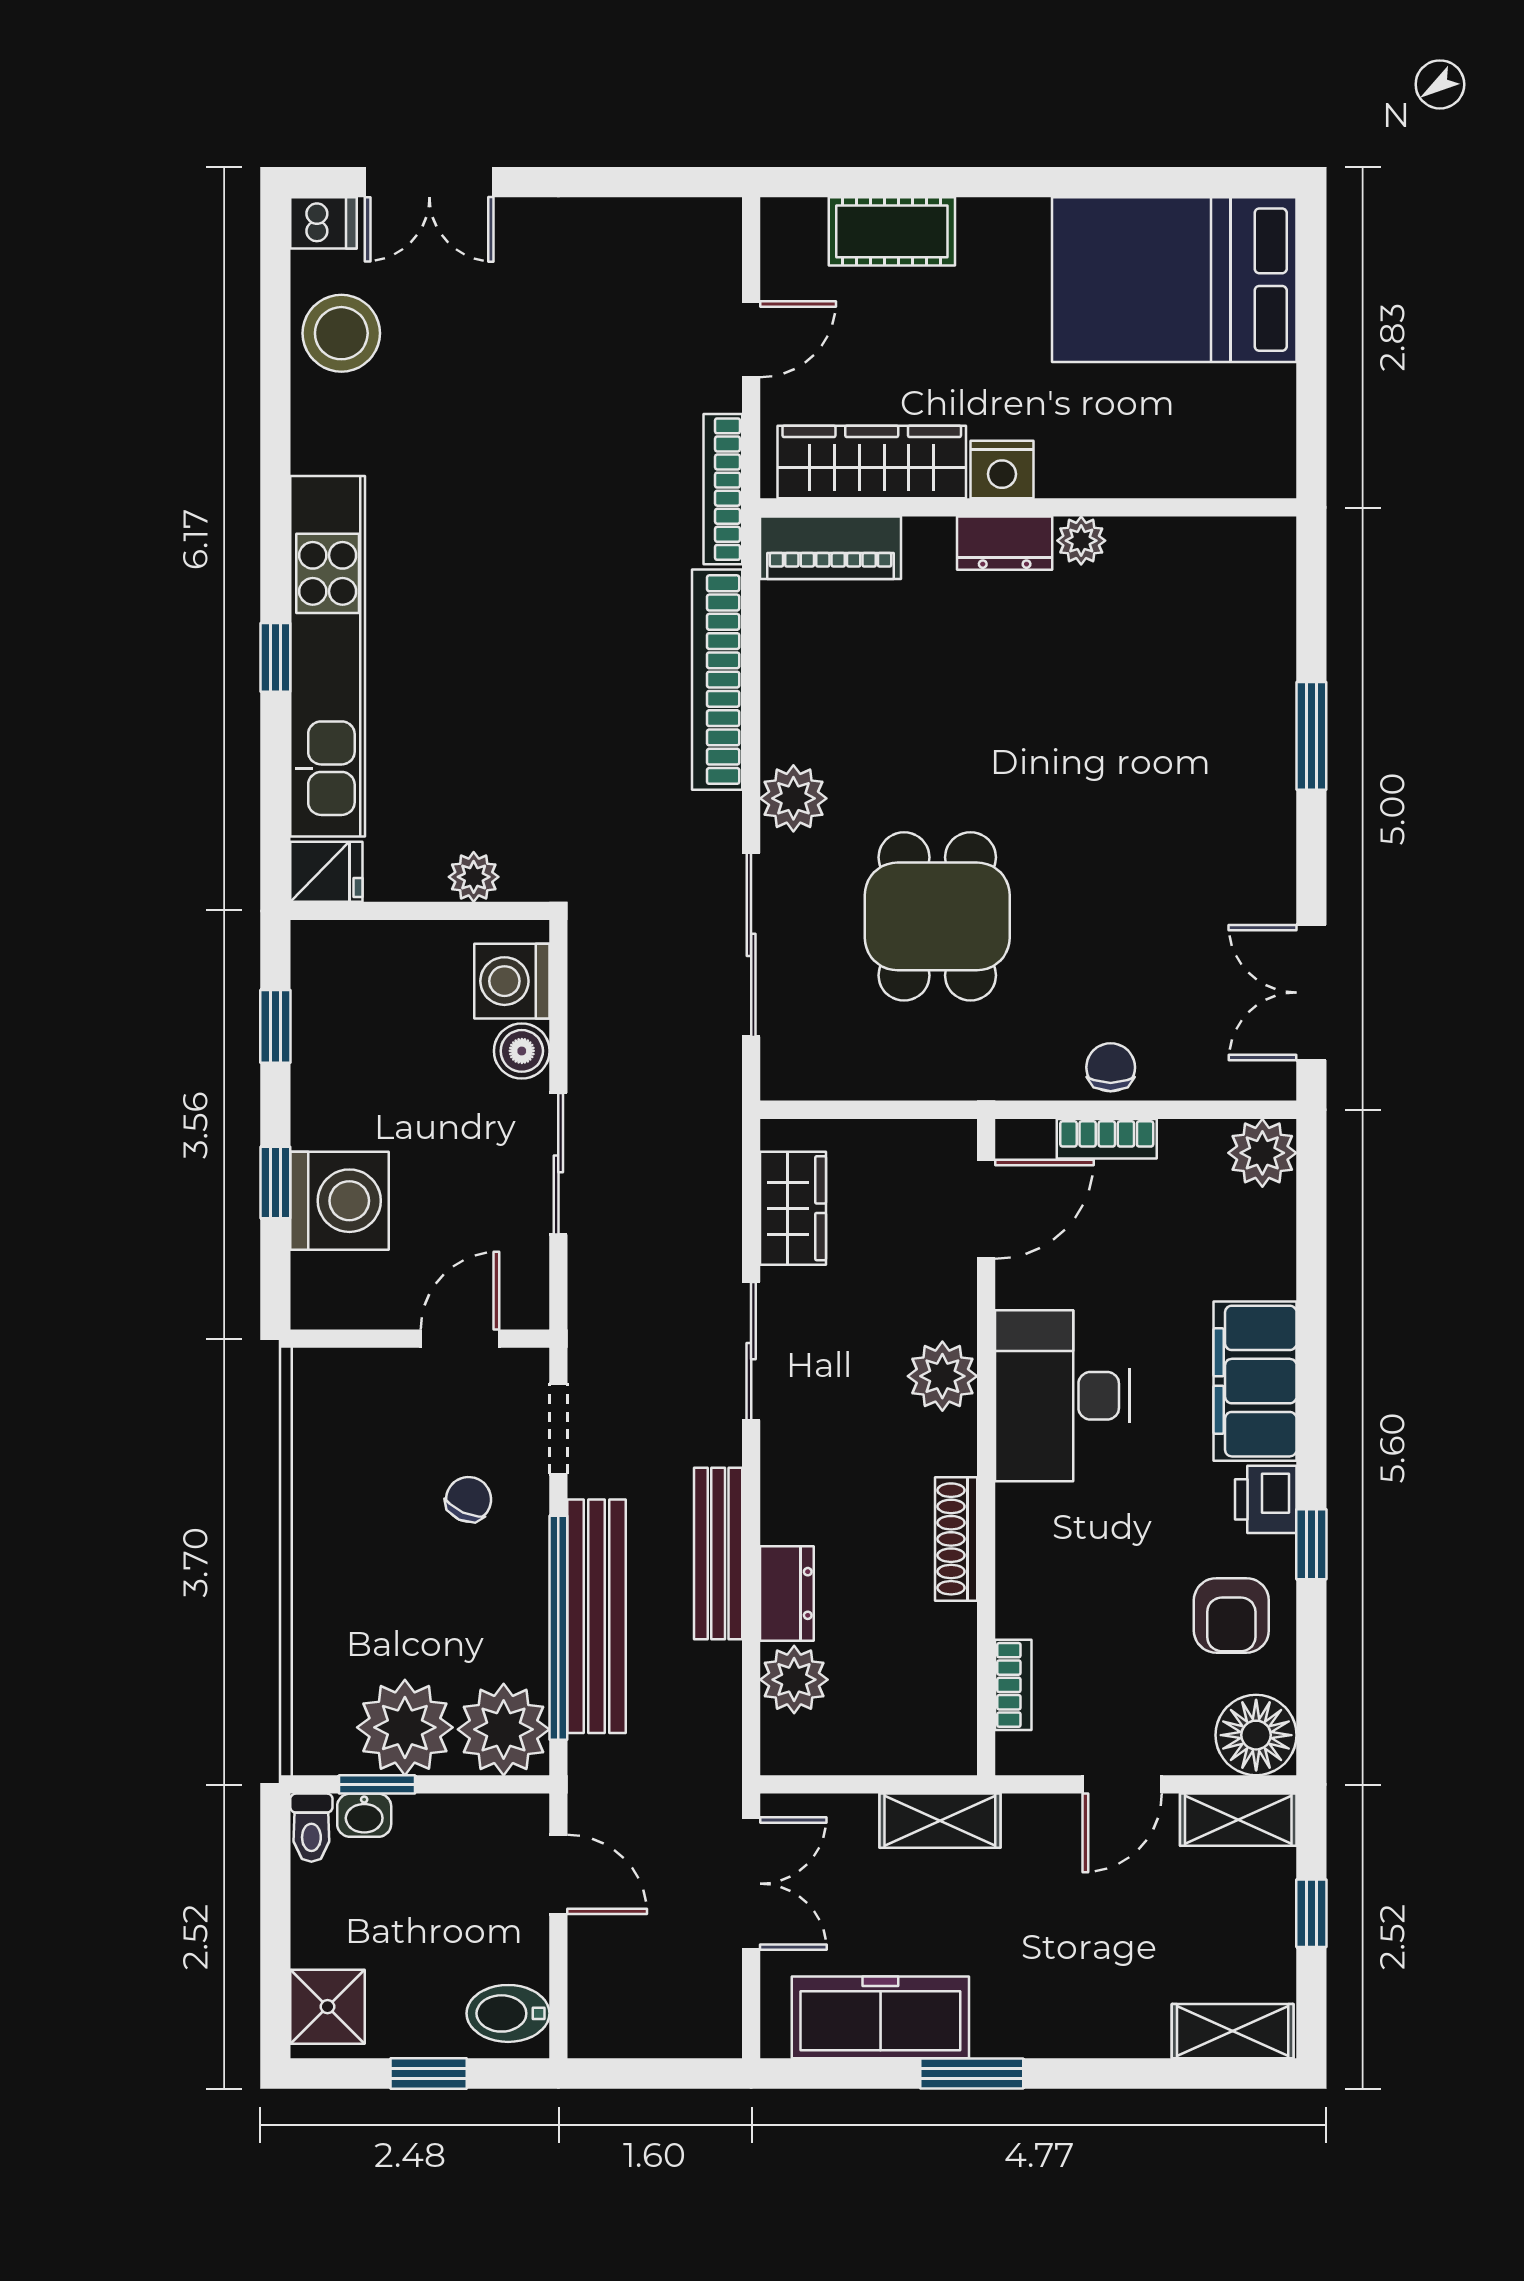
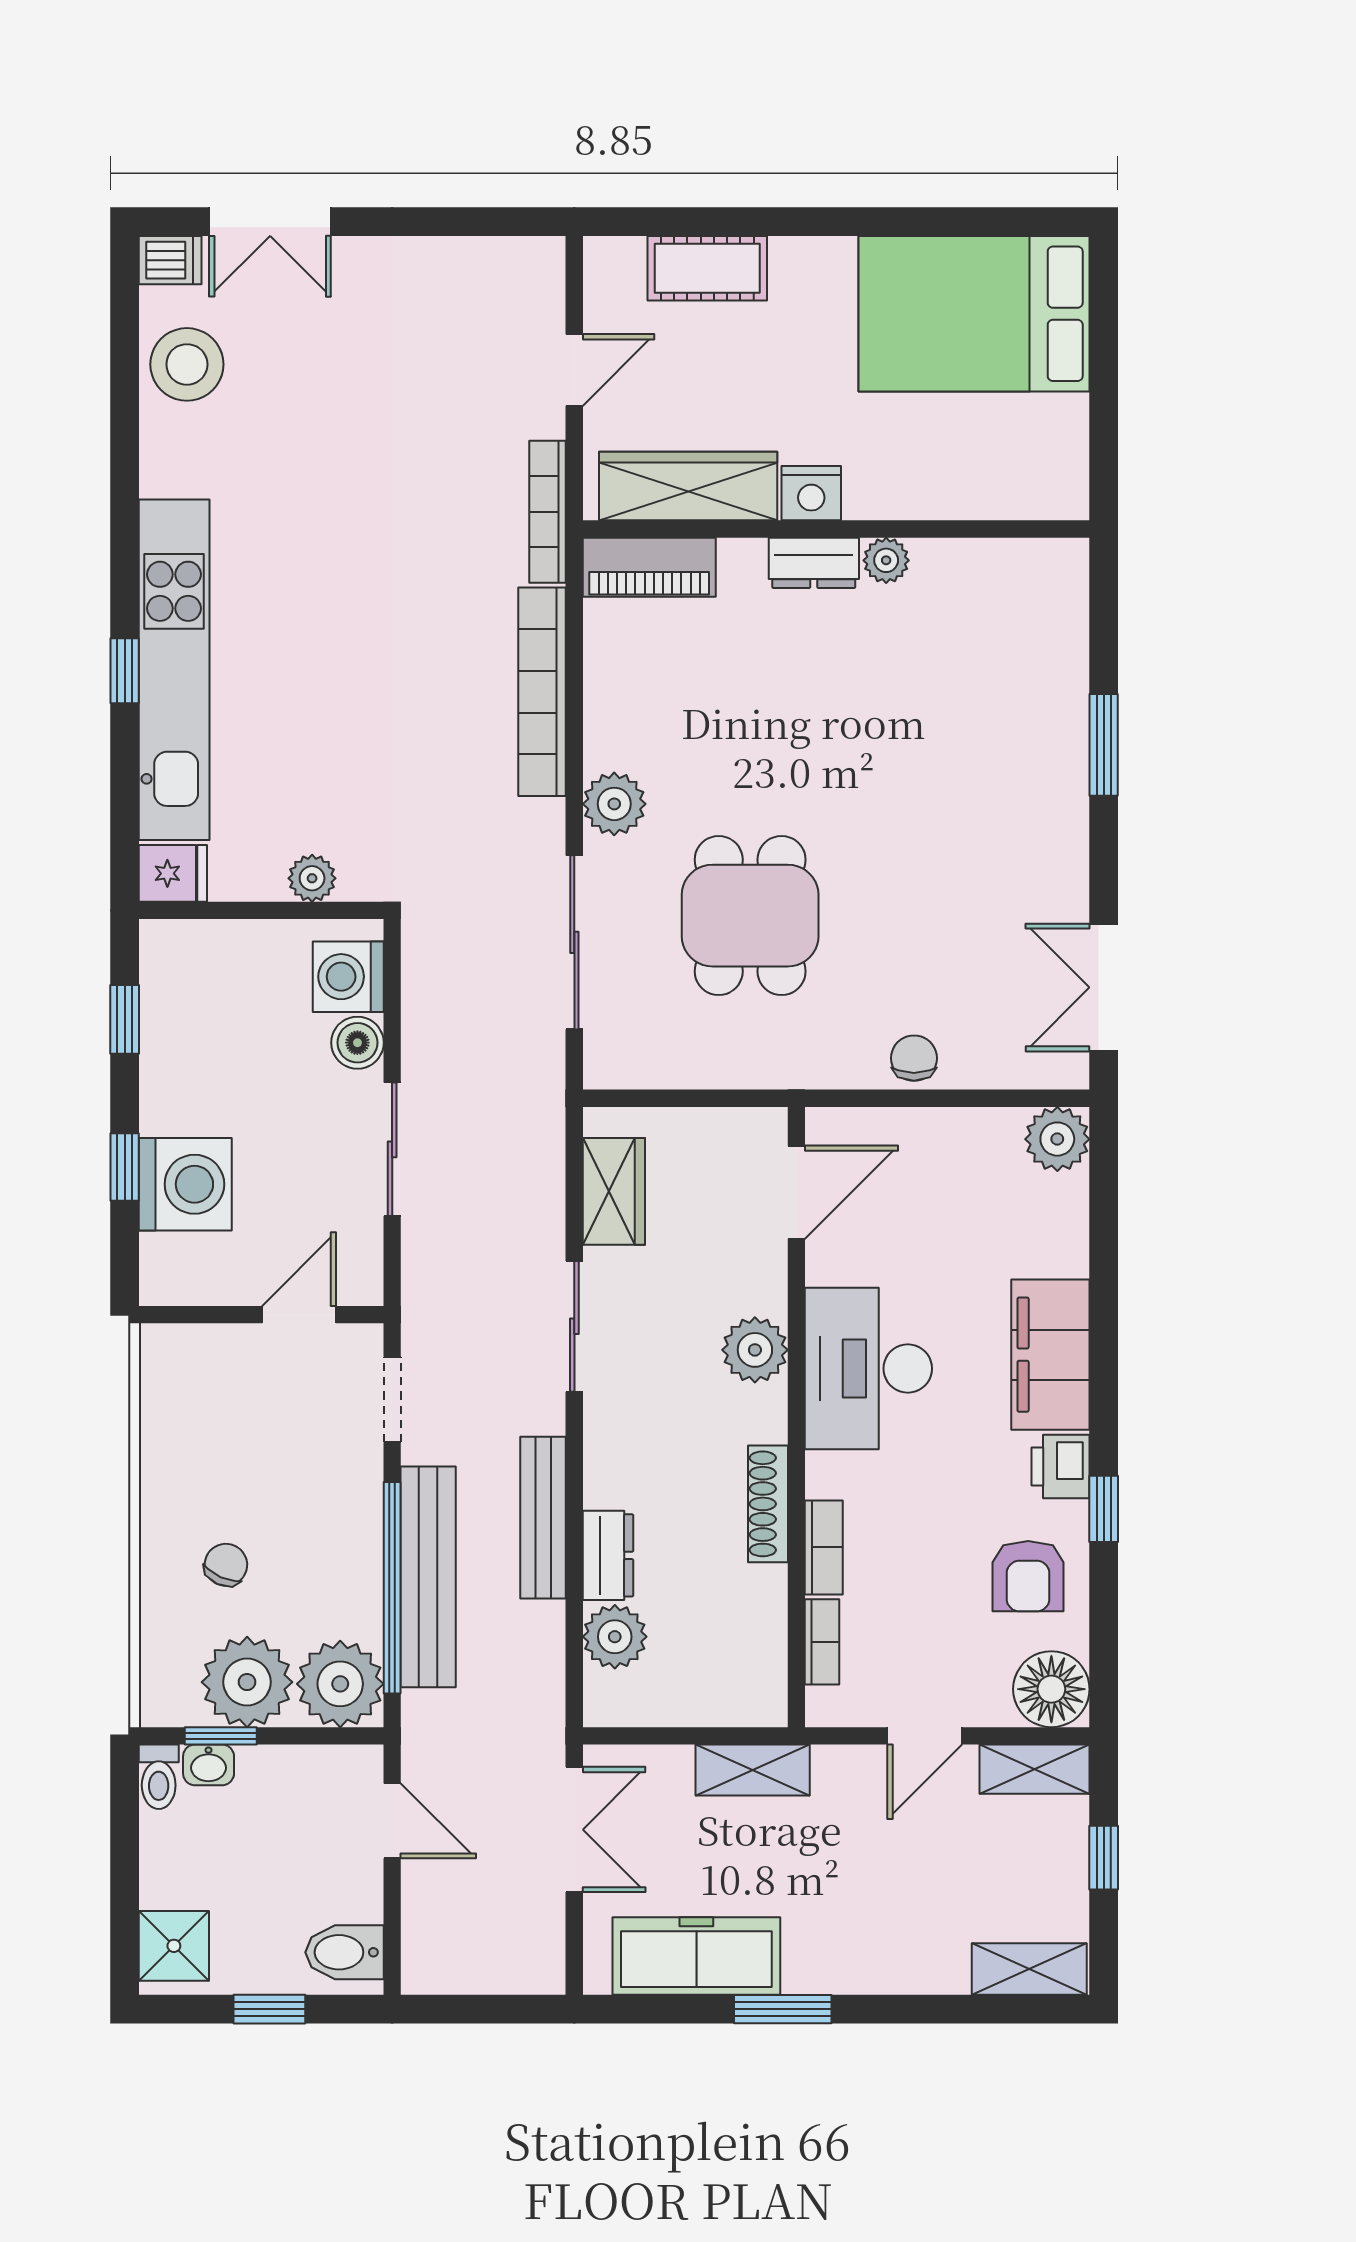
bookcase: (1107, 1139) -> (824, 1547), moved, turned -90
chair: (469, 1499) -> (226, 1565), moved

